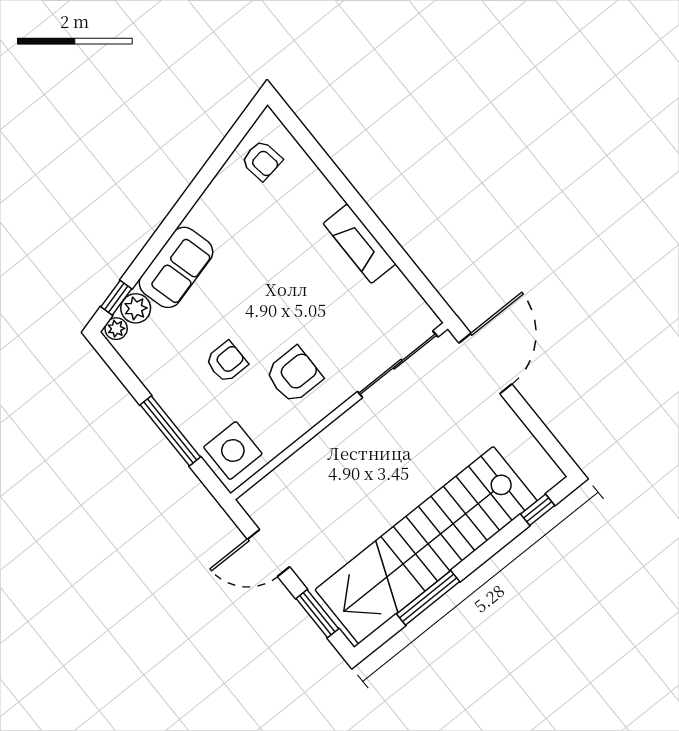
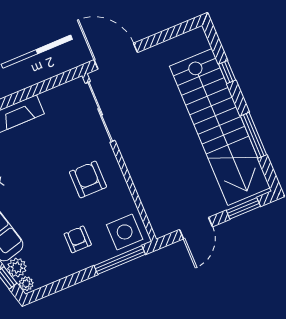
armchair: (227, 362) -> (78, 239), moved
window: (170, 431) -> (120, 260), moved
window: (538, 510) -> (227, 72), moved

